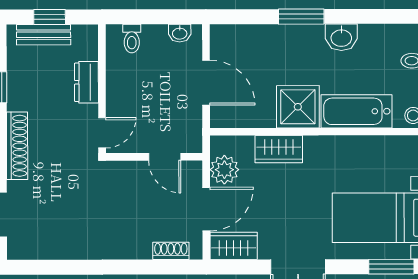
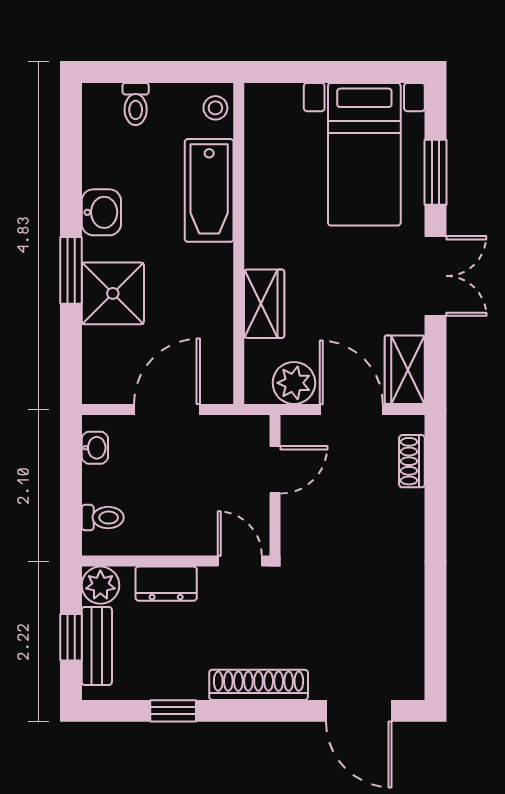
plant: (85, 37) -> (100, 585), added
shower: (298, 107) -> (113, 293), moved
window: (391, 267) -> (436, 172), moved

